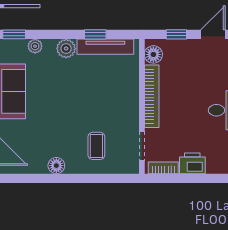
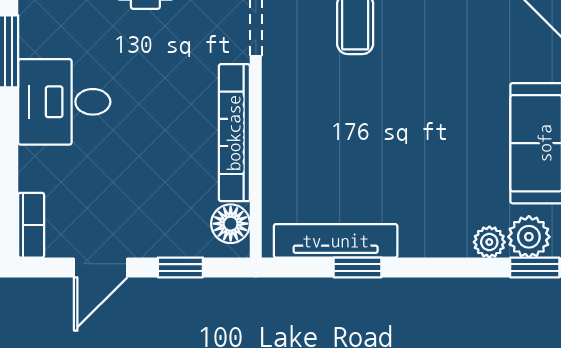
plant: (66, 49) -> (529, 237), moved

